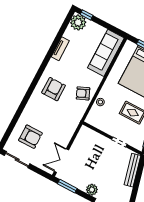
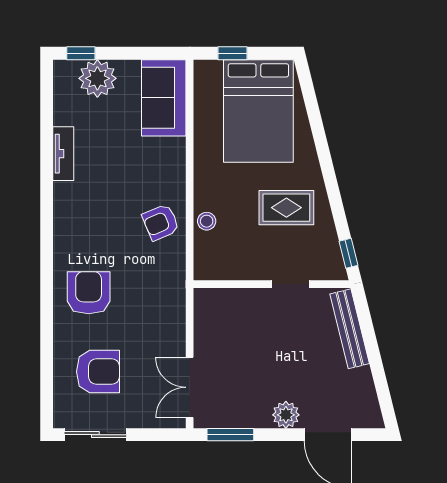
plant: (78, 22) -> (97, 78), moved
sofa: (106, 53) -> (164, 98), width x0.73
armchair: (54, 89) -> (89, 293), moved

